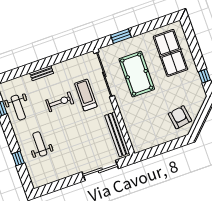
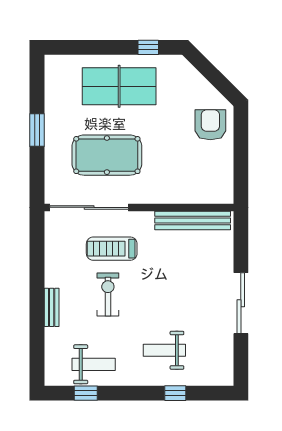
window: (121, 36) -> (37, 130), moved
table tennis table: (170, 53) -> (119, 86), moved
armchair: (180, 117) -> (210, 125), moved, turned 99
sliding door: (100, 170) -> (241, 303), moved

